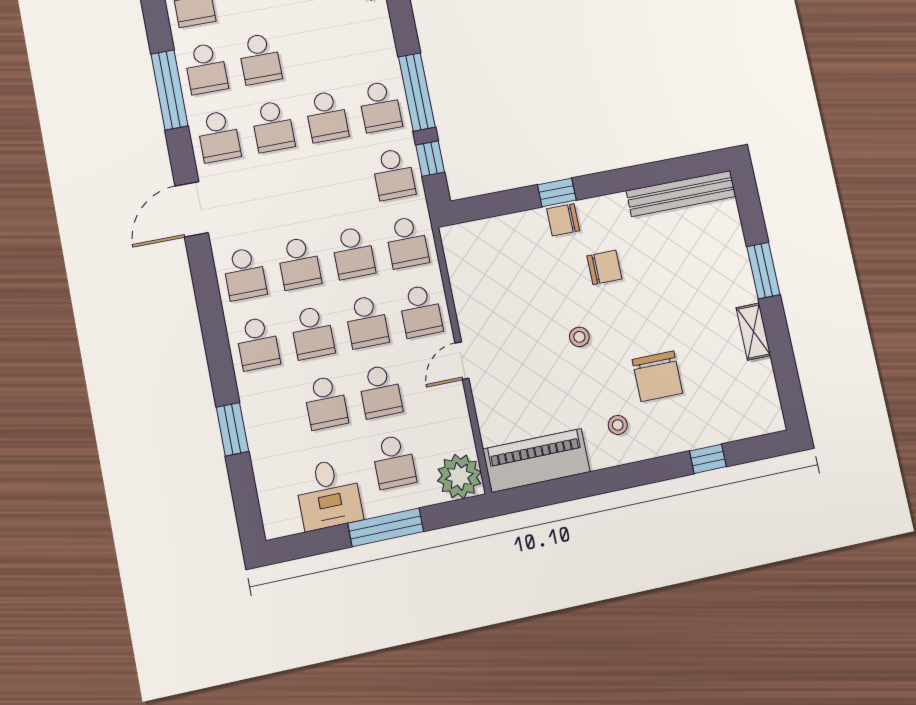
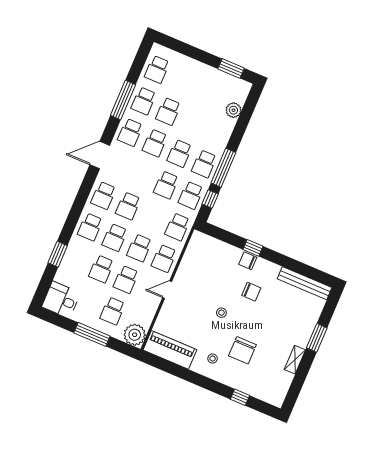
school desk: (353, 253) -> (166, 185), moved
desk: (329, 494) -> (61, 300), moved, turned 90

